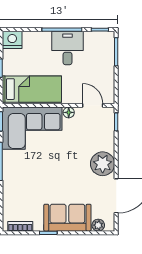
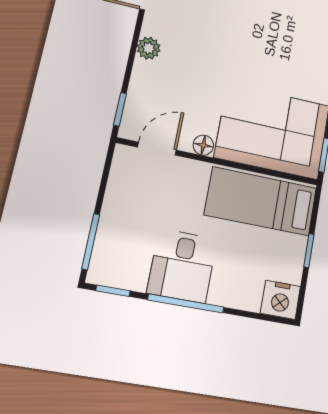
door: (93, 105) -> (157, 149), swing flipped
plant: (103, 164) -> (149, 48), width x0.53, depth x0.53

